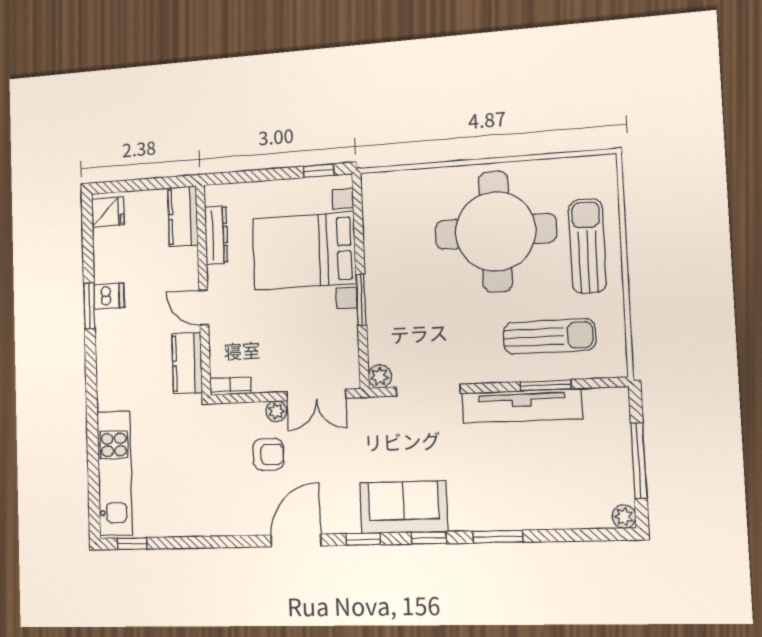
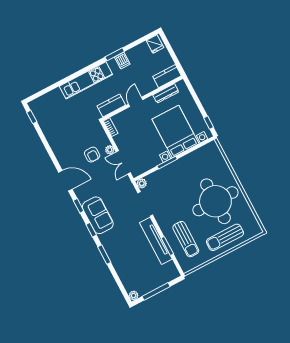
sun lounger: (587, 246) -> (225, 237), turned 180
kitchen unit: (115, 473) -> (86, 80), moved

